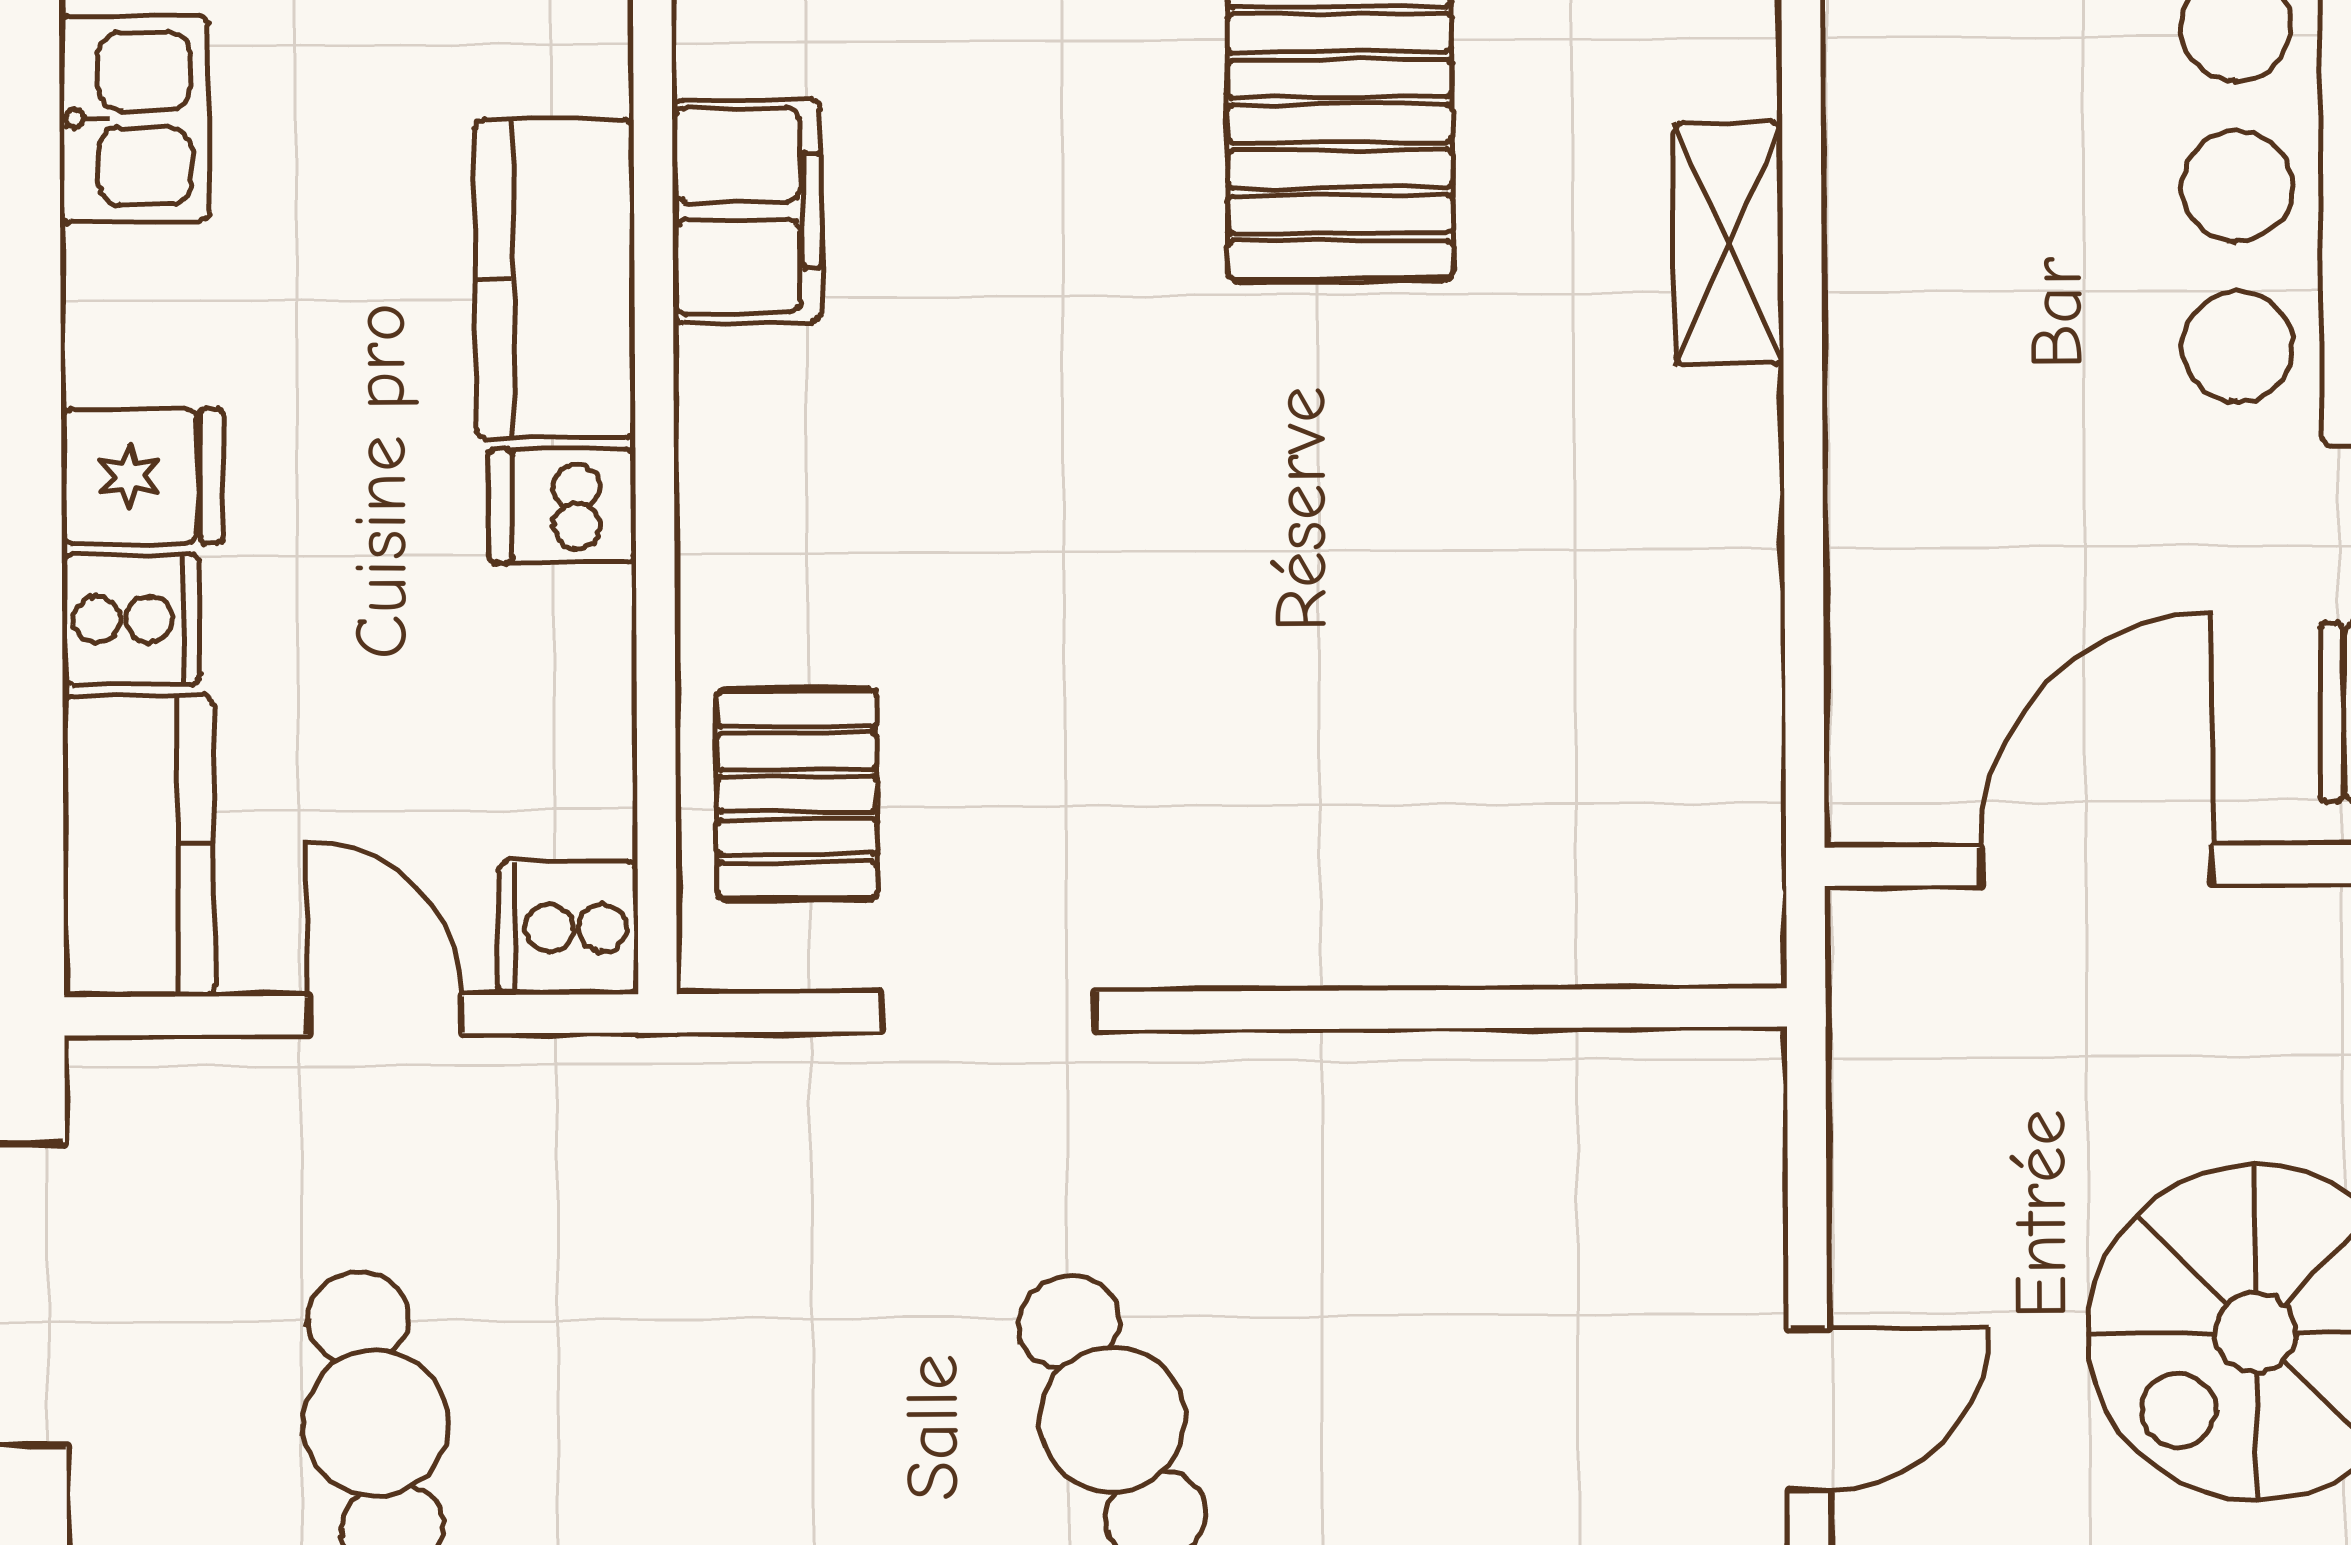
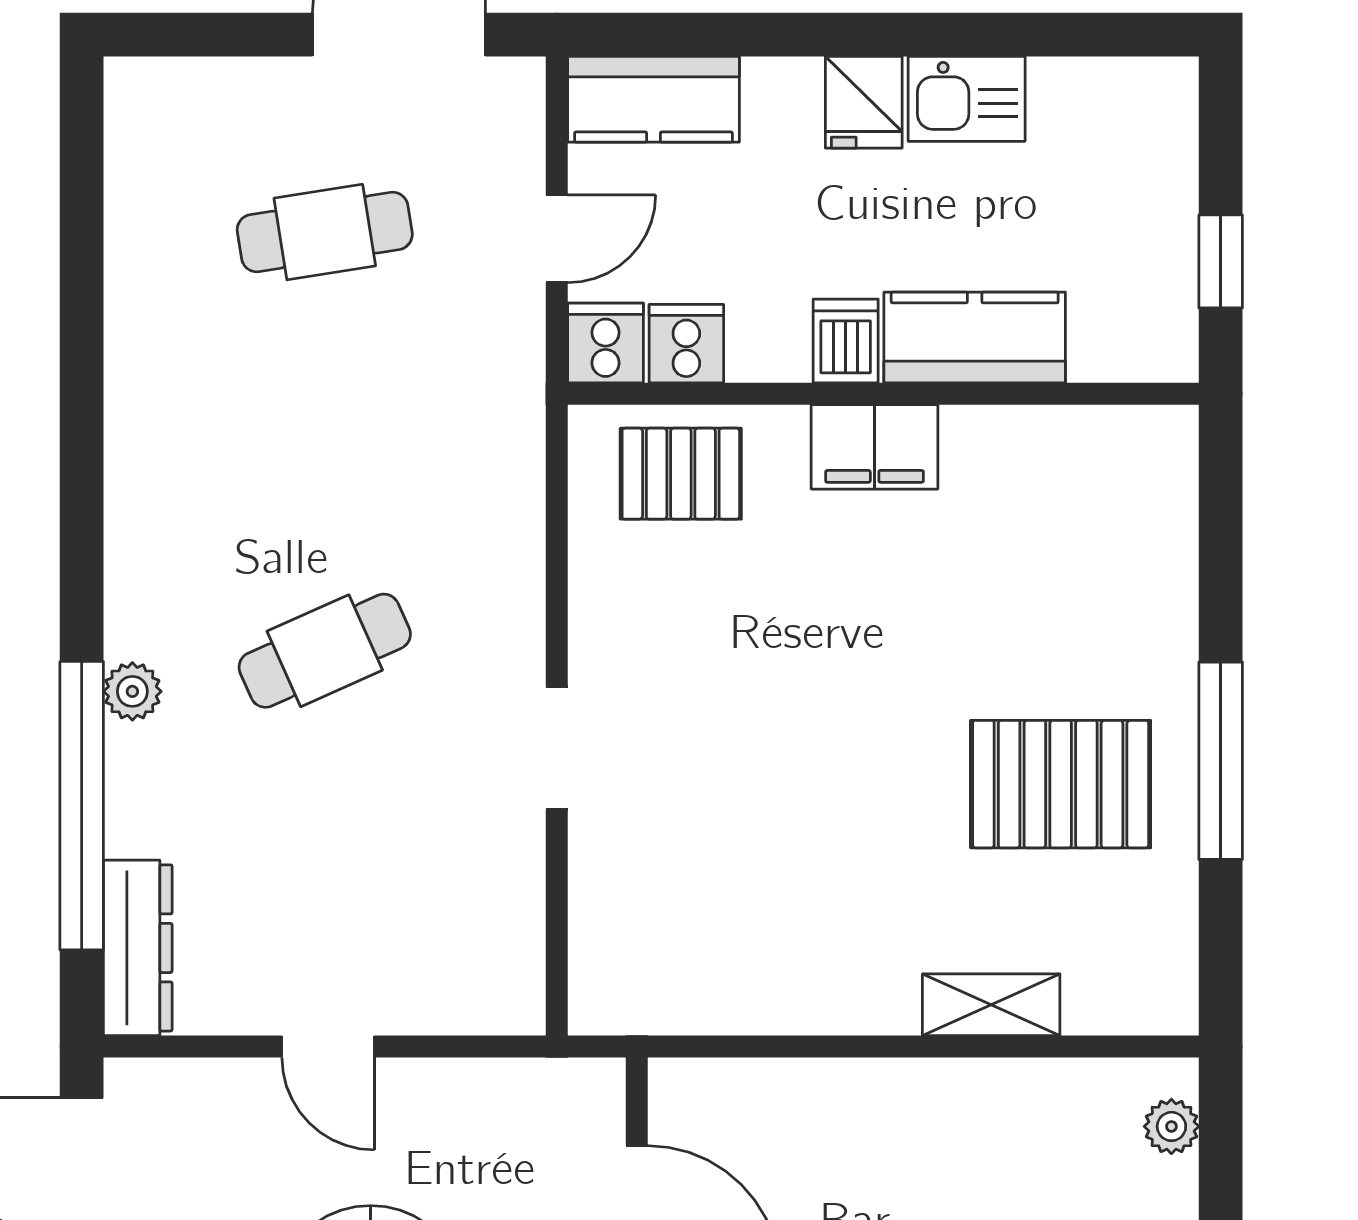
kitchen sink: (134, 119) -> (967, 99), moved
filing cabinet: (747, 211) -> (875, 447), moved
cooker: (131, 619) -> (686, 344), moved, turned 180
doorway: (988, 1012) -> (557, 748), moved

